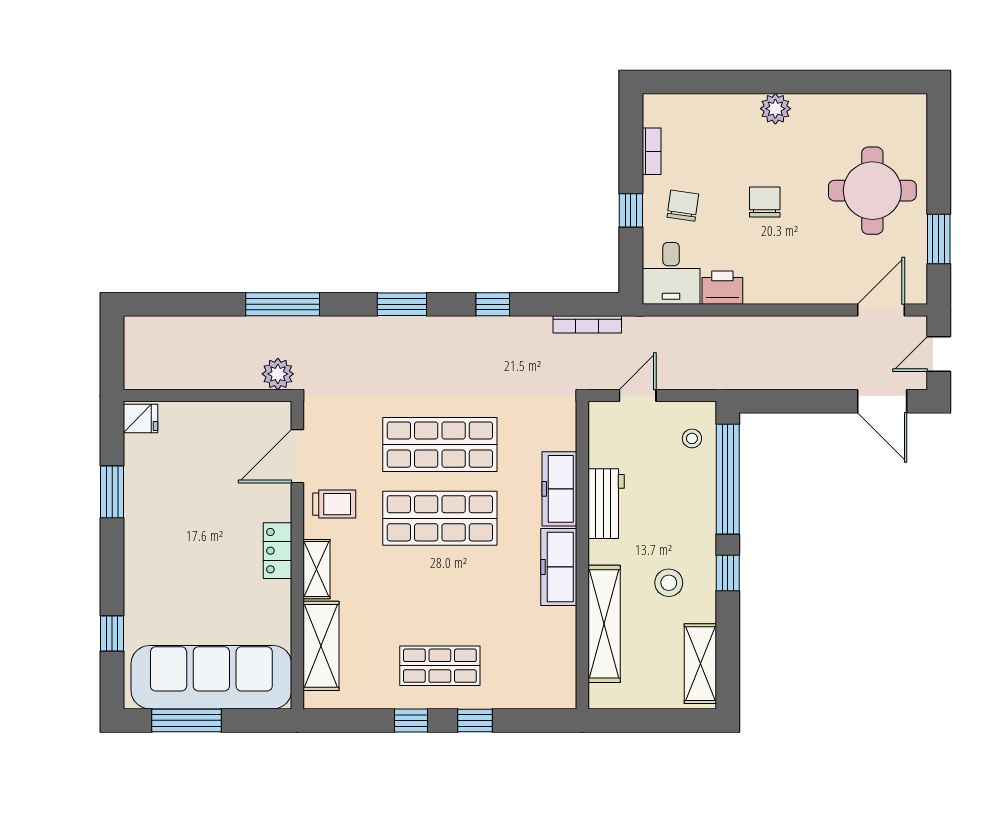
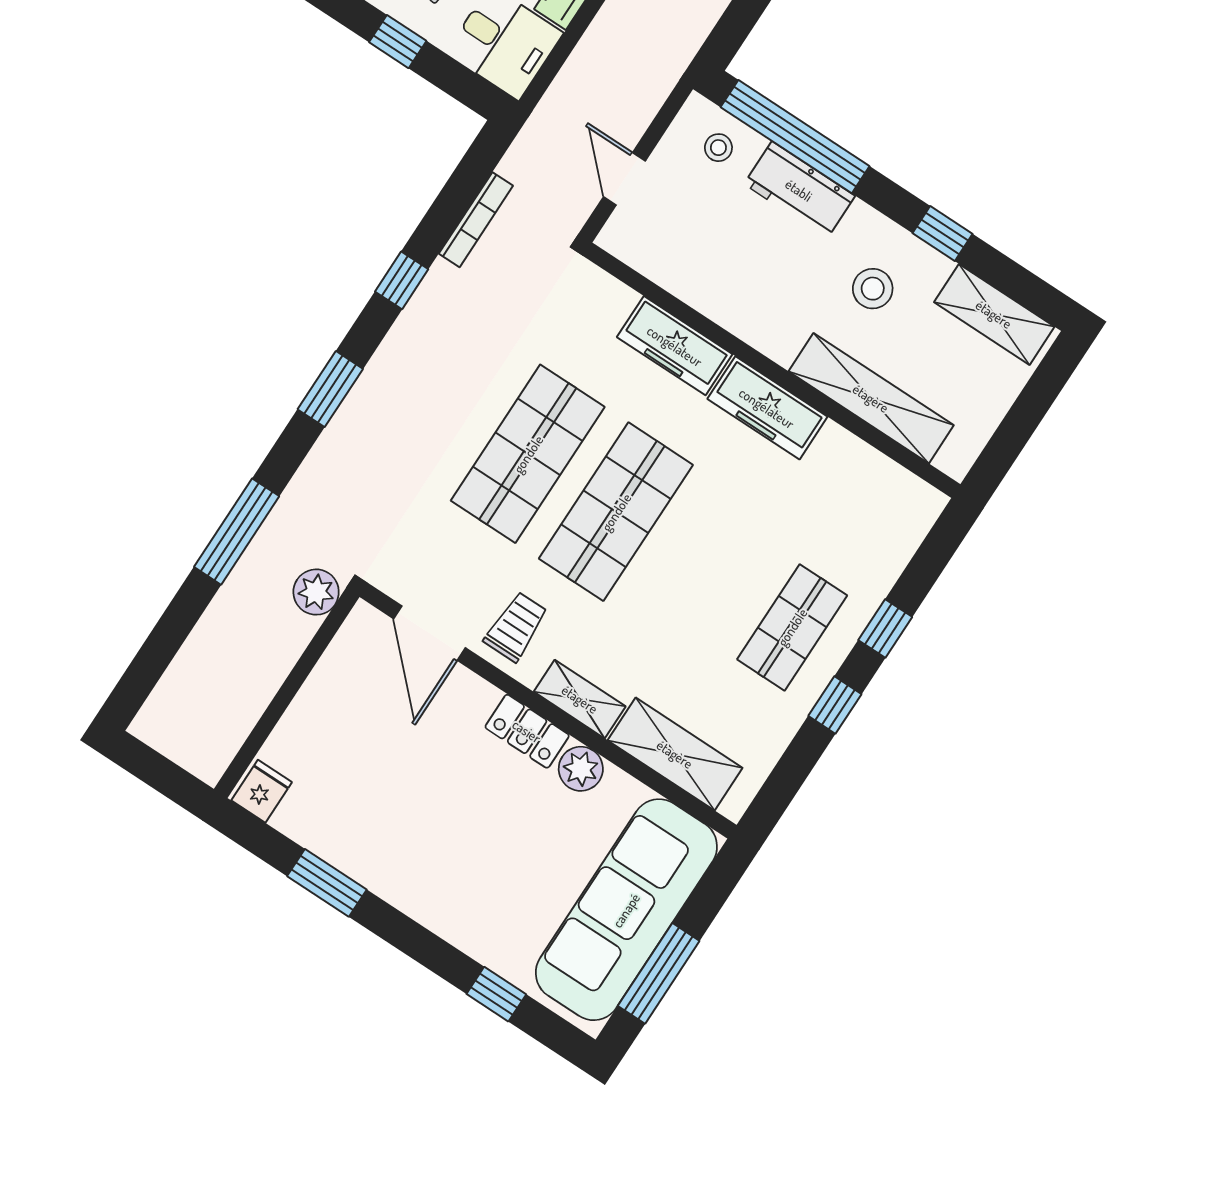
bookcase: (587, 324) -> (476, 220), moved
workbench: (606, 504) -> (799, 190), moved, turned 180
window: (728, 573) -> (943, 234), moved
plant: (276, 596) -> (581, 769), added

